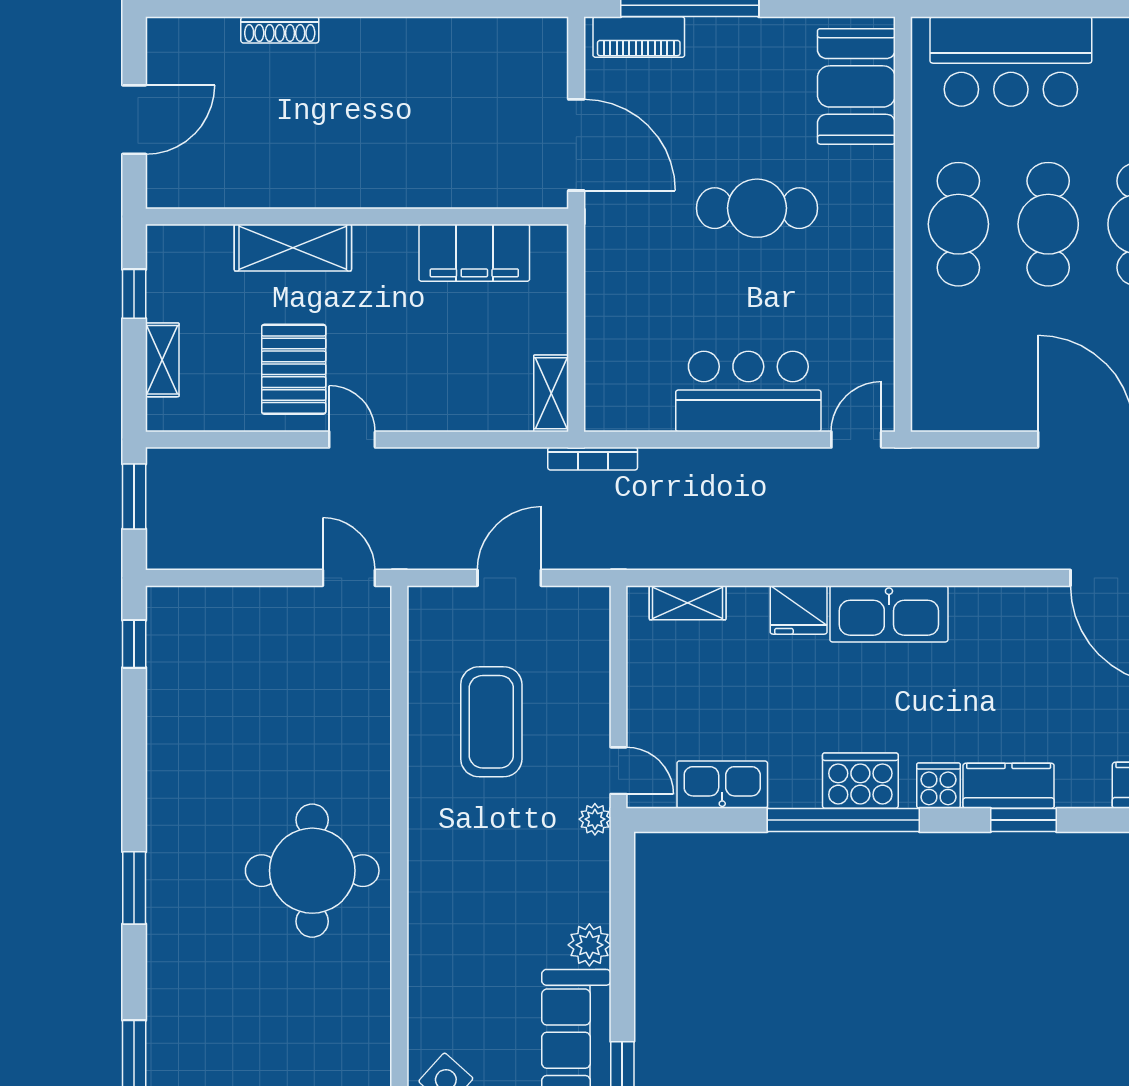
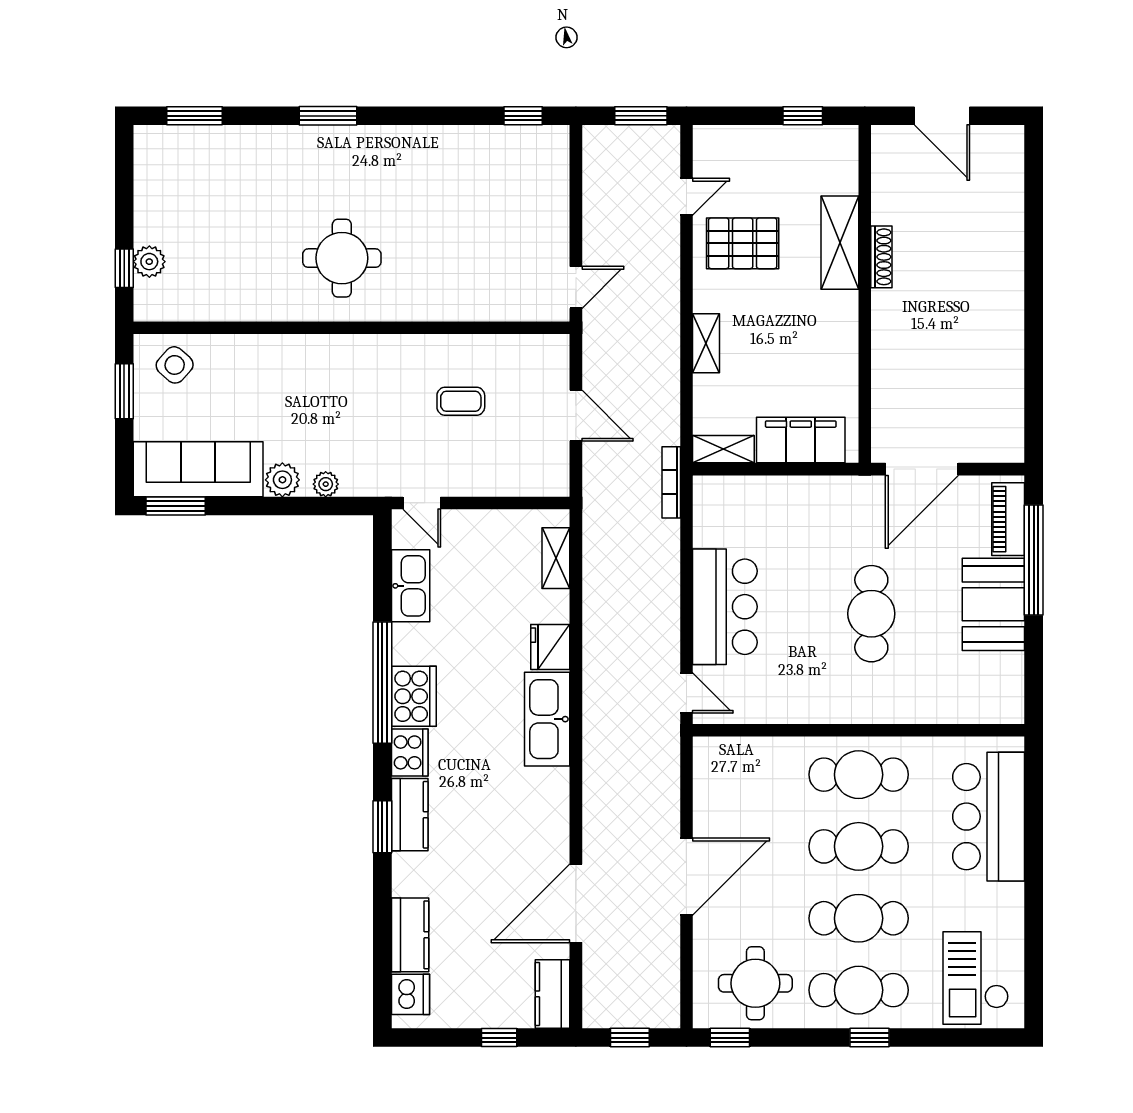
shoe rack: (280, 30) -> (881, 257), moved, turned 180
booth: (856, 86) -> (993, 604), moved, turned 90
filing cabinet: (474, 253) -> (801, 440), moved, turned 90
shelving: (162, 360) -> (706, 343), moved, turned 90
door: (352, 439) -> (686, 197), moved
coffee table: (491, 722) -> (461, 401), width x0.54, depth x0.58
door: (618, 771) -> (422, 503), hinge flipped
cooker: (938, 786) -> (410, 752), width x1.36
plant: (595, 819) -> (326, 484), moved
round table: (312, 871) -> (342, 258), width x0.73, depth x0.73

